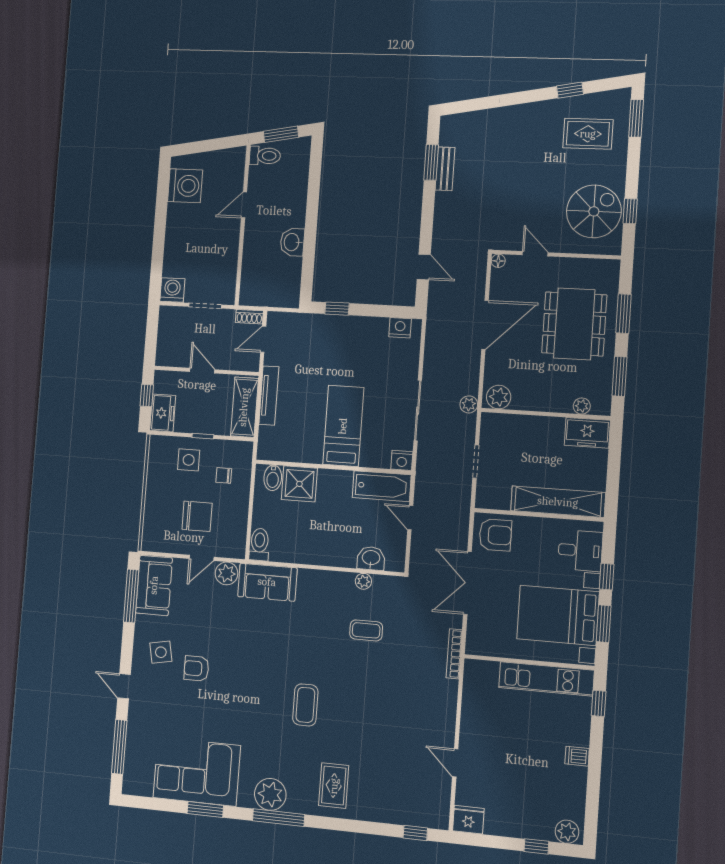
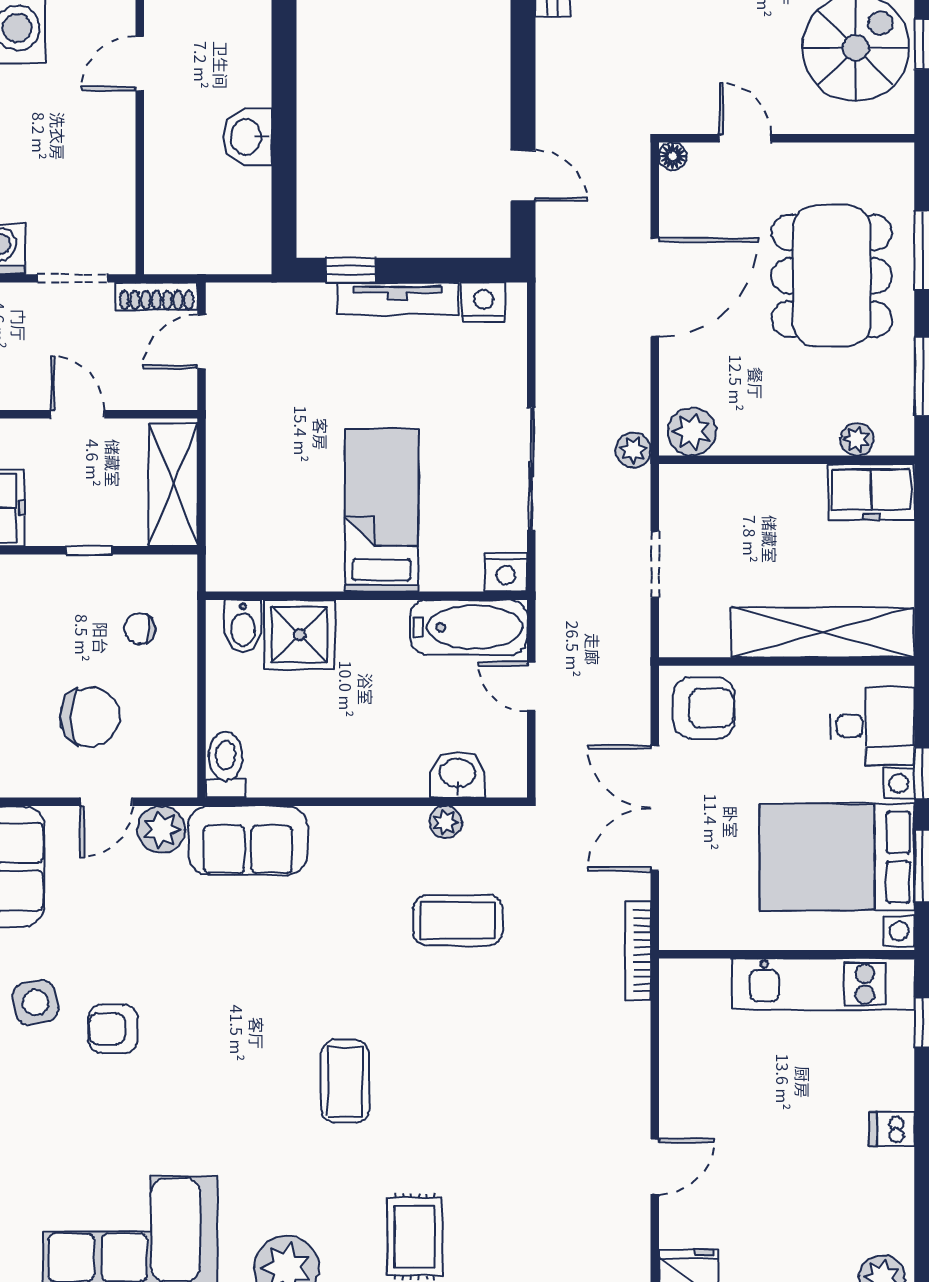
shoe rack: (249, 317) -> (157, 296), width x1.43
tv unit: (269, 395) -> (398, 299), moved, turned 90
side table: (189, 460) -> (63, 602), removed
coffee table: (366, 630) -> (458, 920), width x1.36, depth x1.30
door: (455, 763) -> (655, 1166), swing flipped

